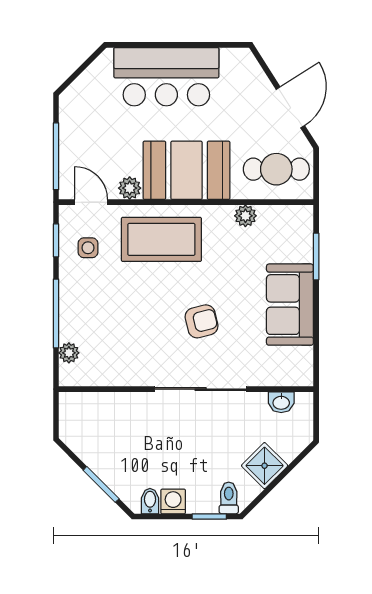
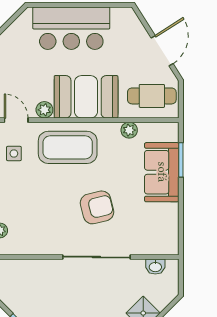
sofa: (290, 305) -> (162, 172), moved
armchair: (202, 321) -> (97, 207), width x1.38, depth x1.38

